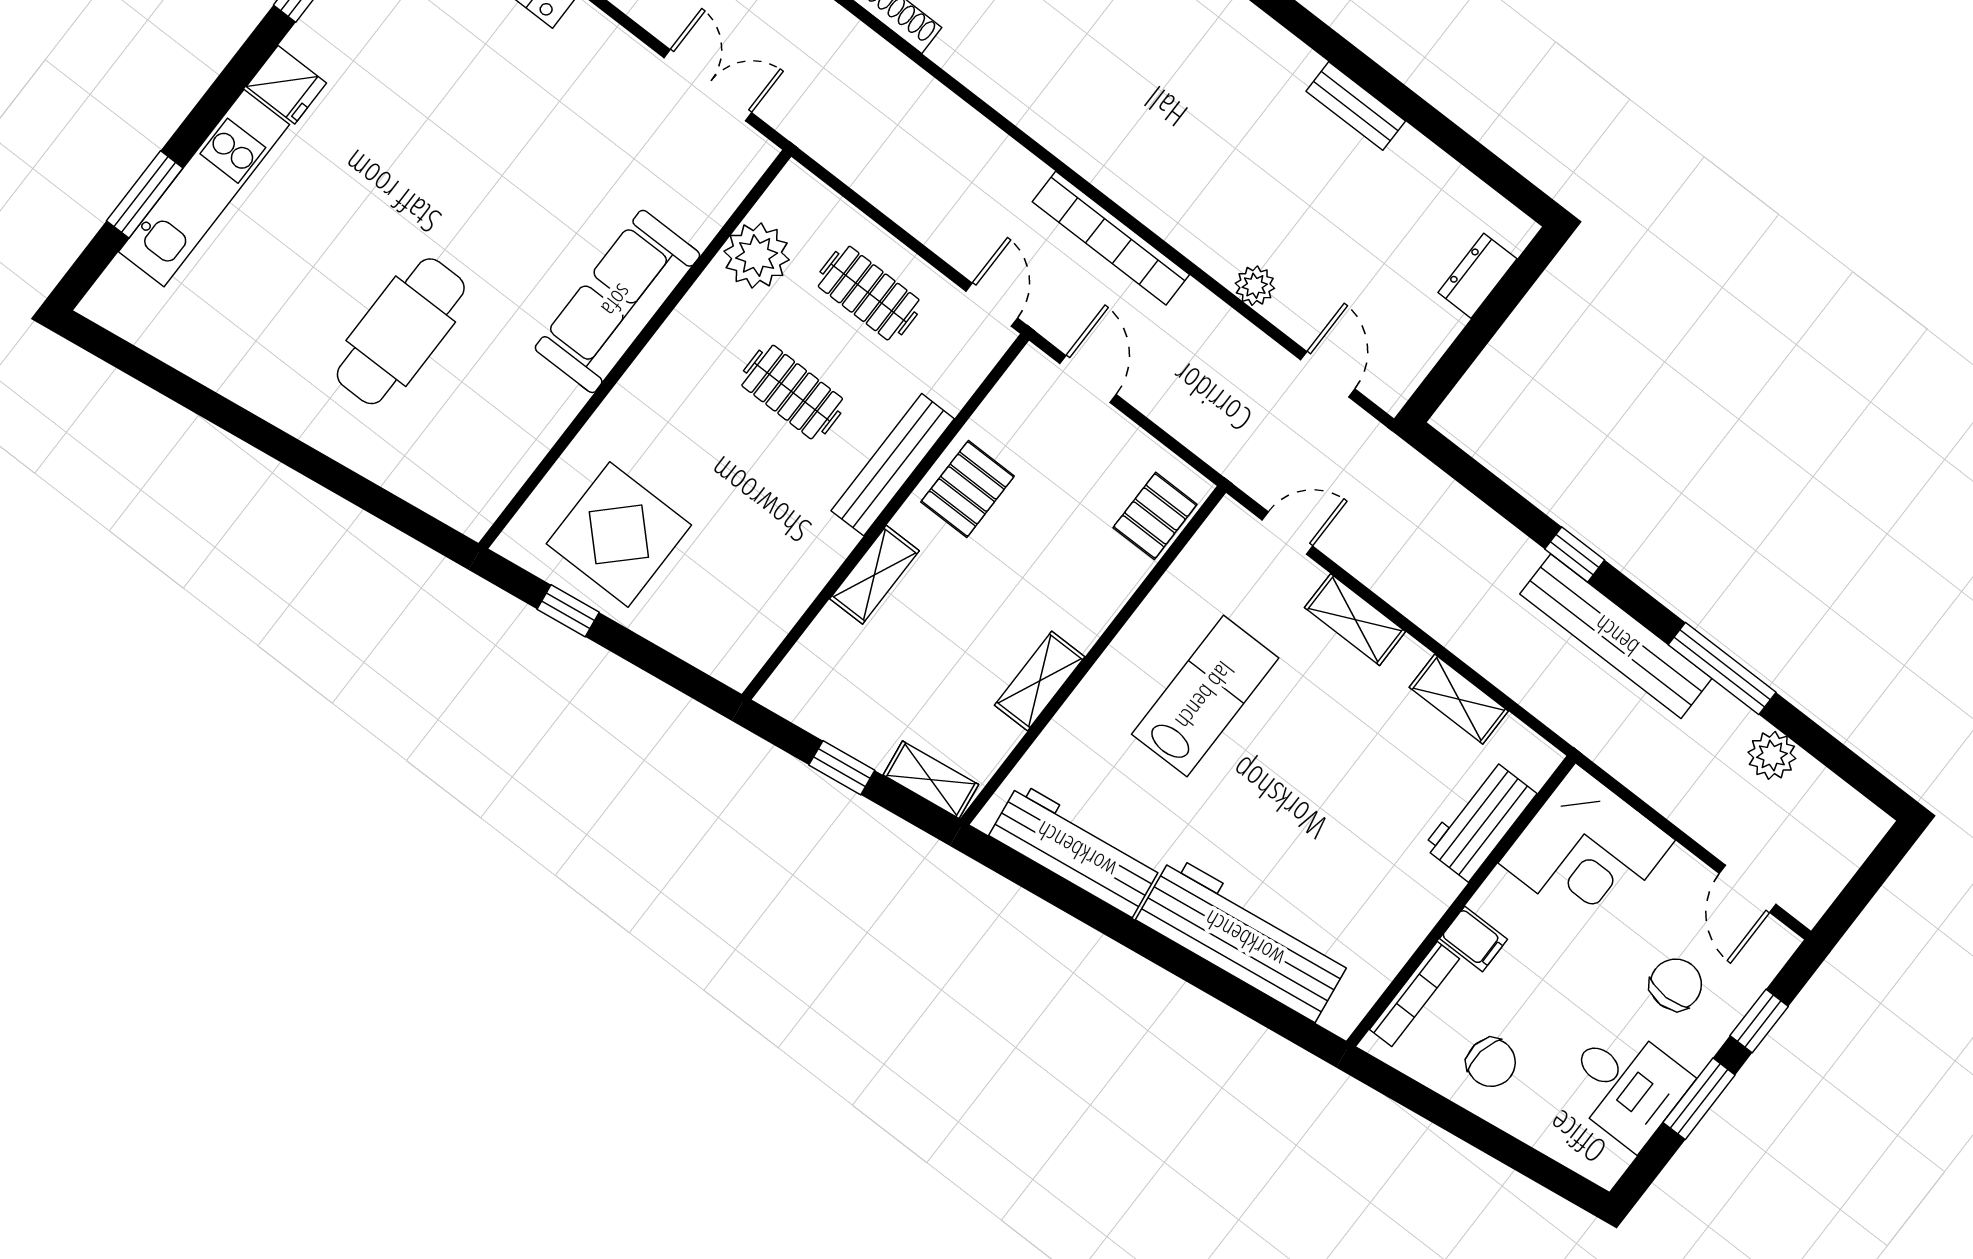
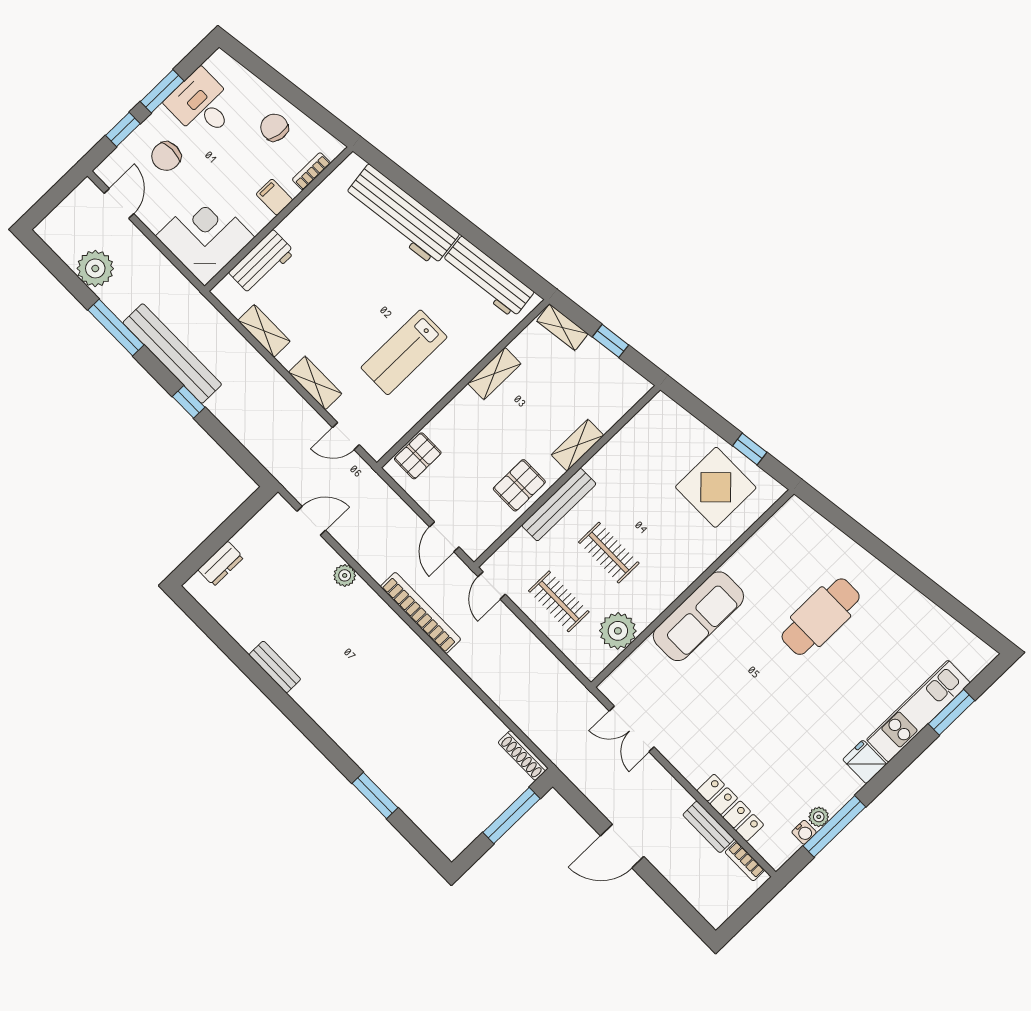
door: (1328, 374) -> (311, 521), swing flipped
plant: (1772, 755) -> (95, 268), width x1.36, depth x1.36
bookcase: (1414, 994) -> (311, 171), width x0.64

